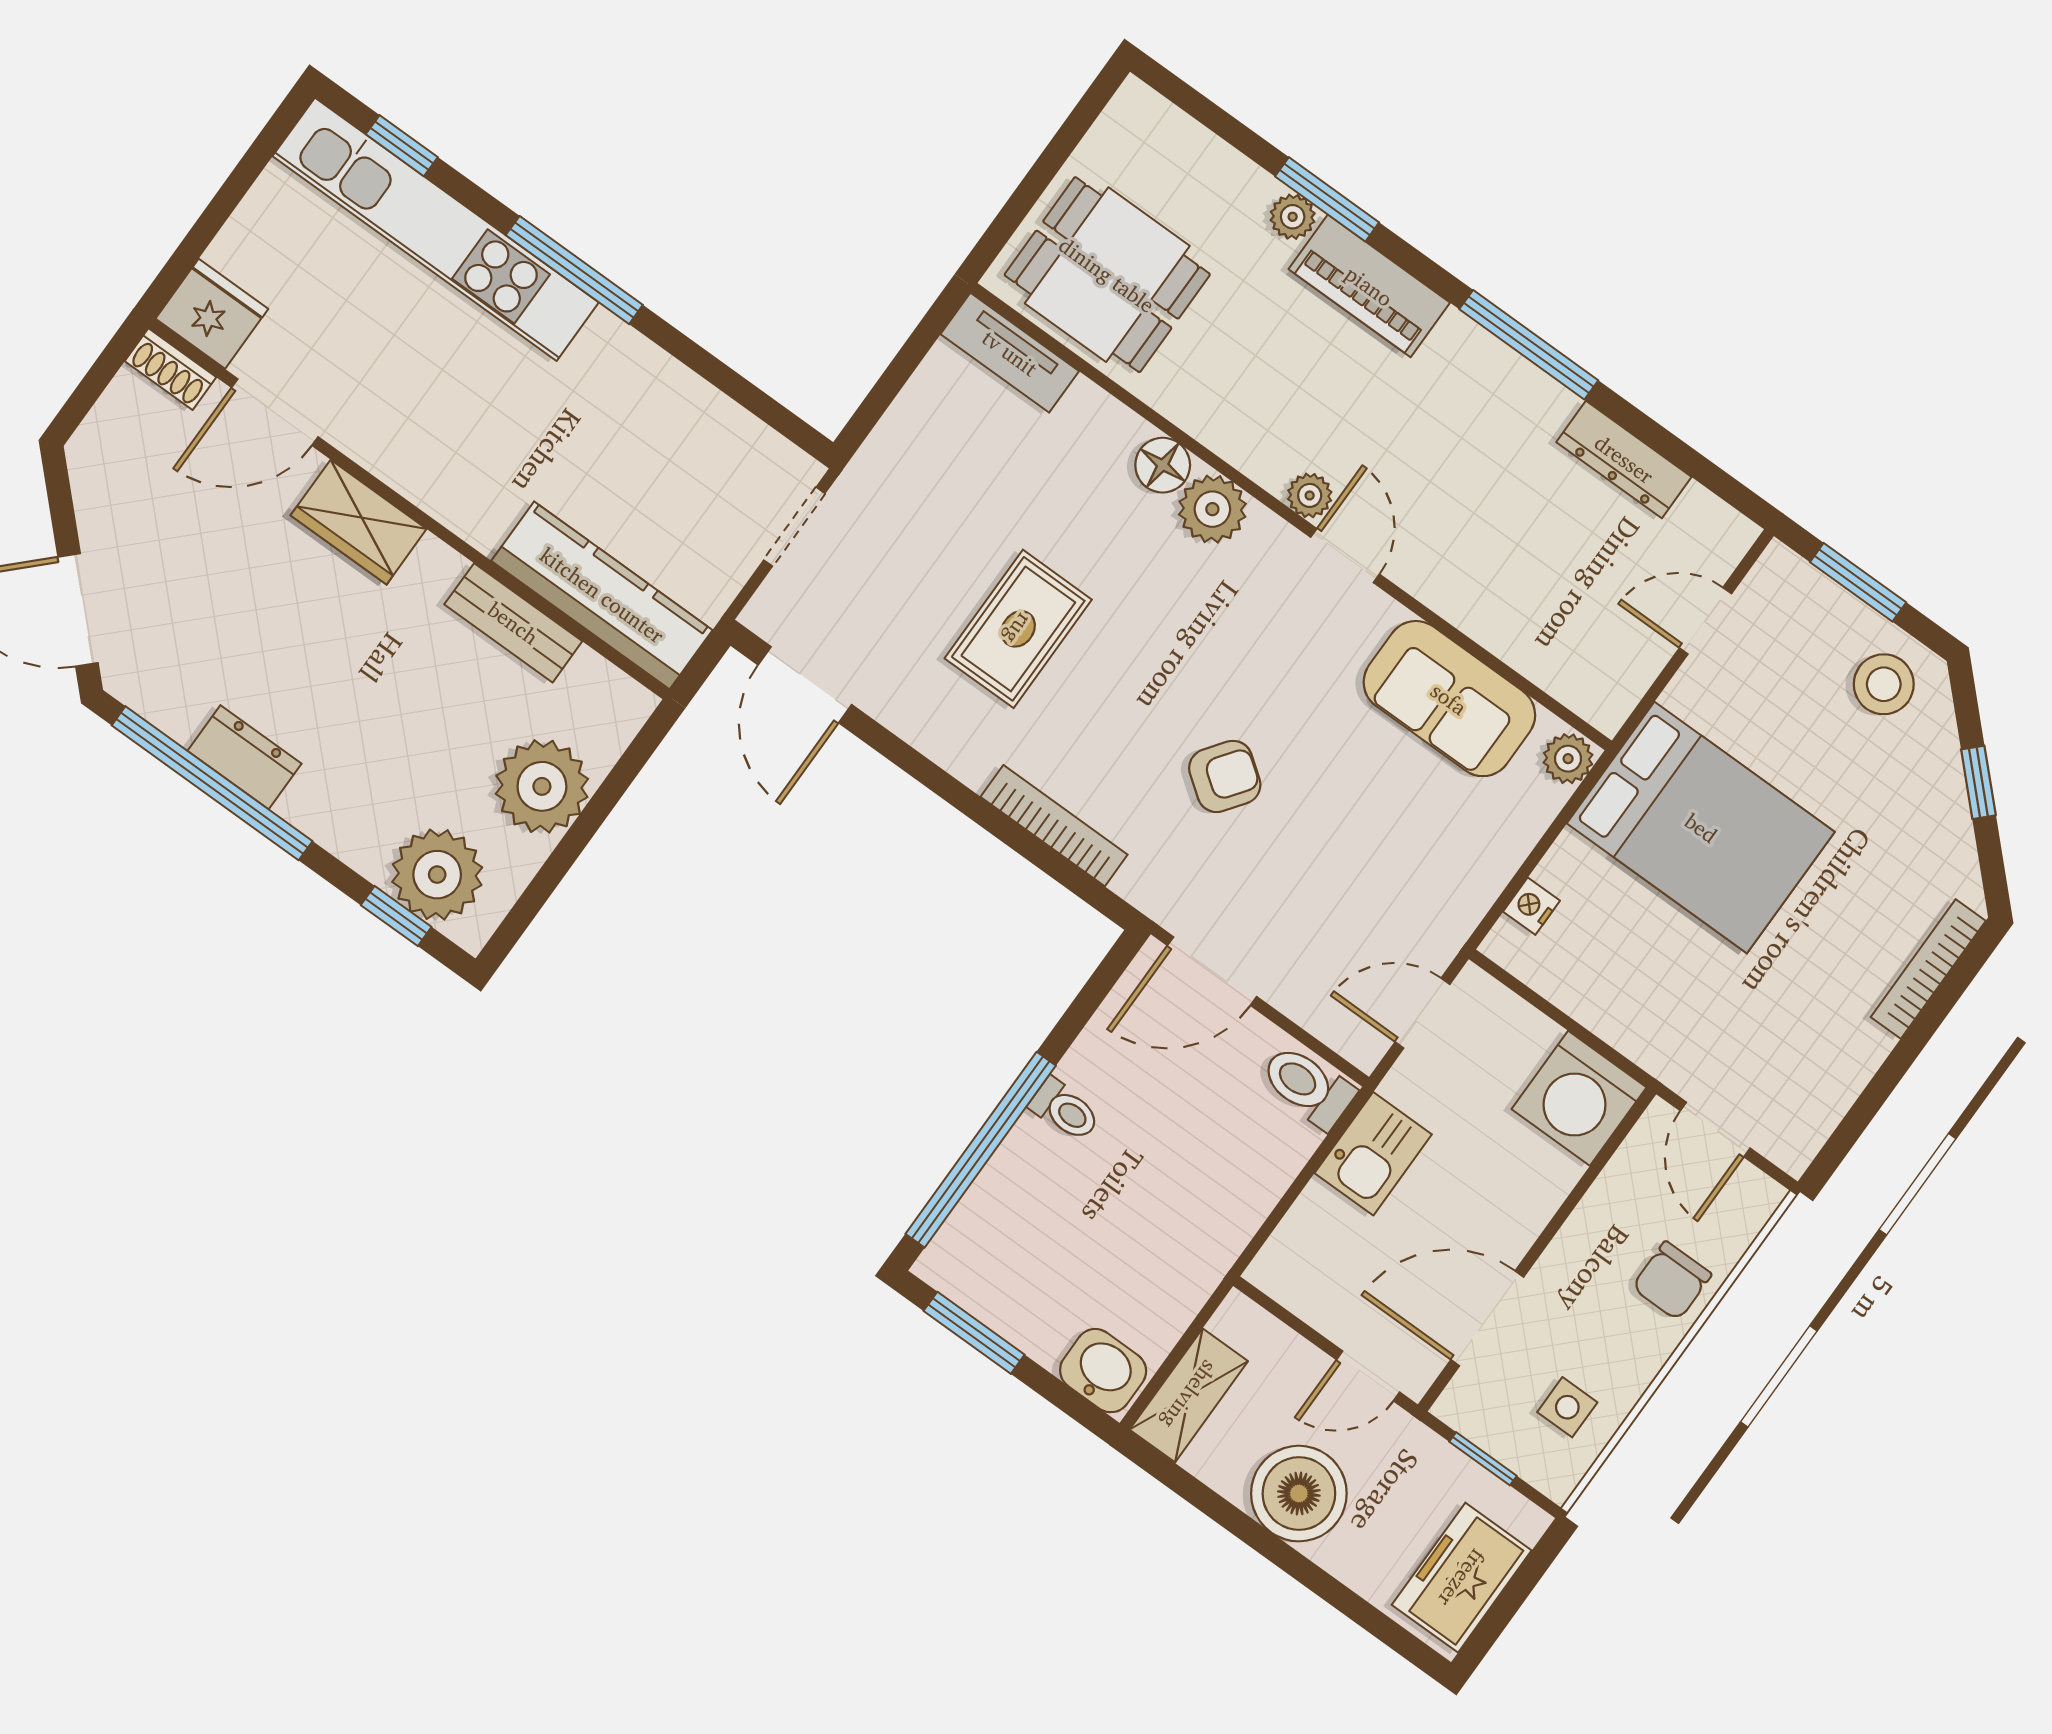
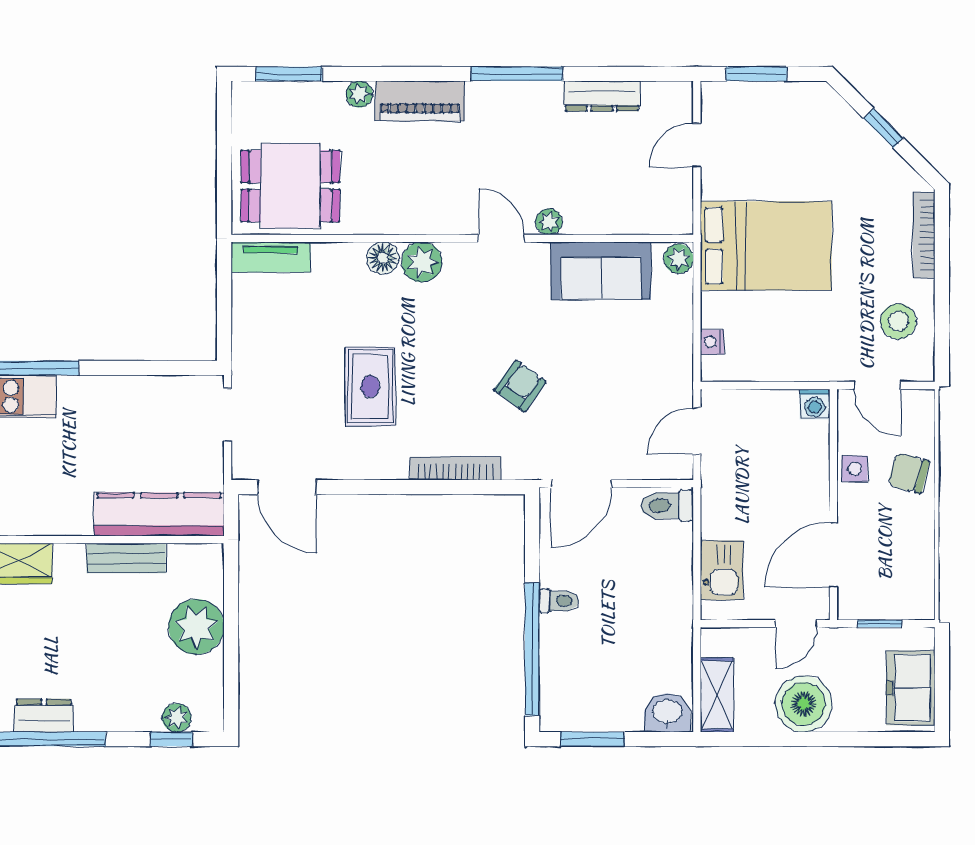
window: (1327, 199) -> (289, 74), moved
plant: (1310, 495) -> (549, 222), moved
stool: (1884, 684) -> (898, 321), moved
plant: (437, 875) -> (177, 718), width x0.53, depth x0.53
washing machine: (1579, 1098) -> (815, 404), width x0.53, depth x0.53
kitchen sink: (1373, 1154) -> (722, 570), moved
chair: (1672, 1281) -> (909, 473), turned 105
side table: (1567, 1407) -> (855, 469), moved

